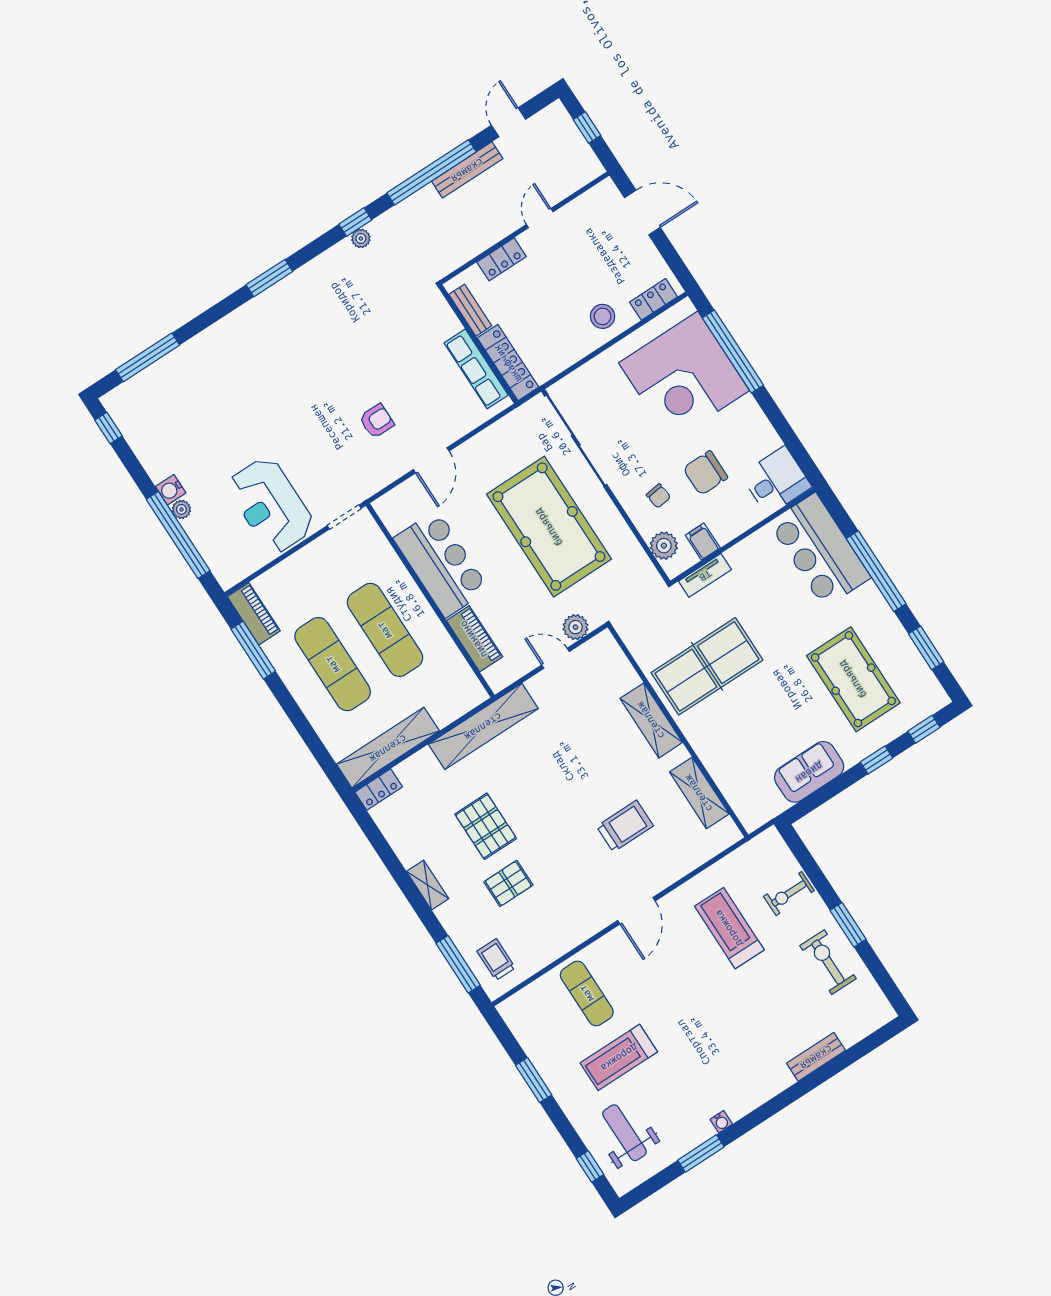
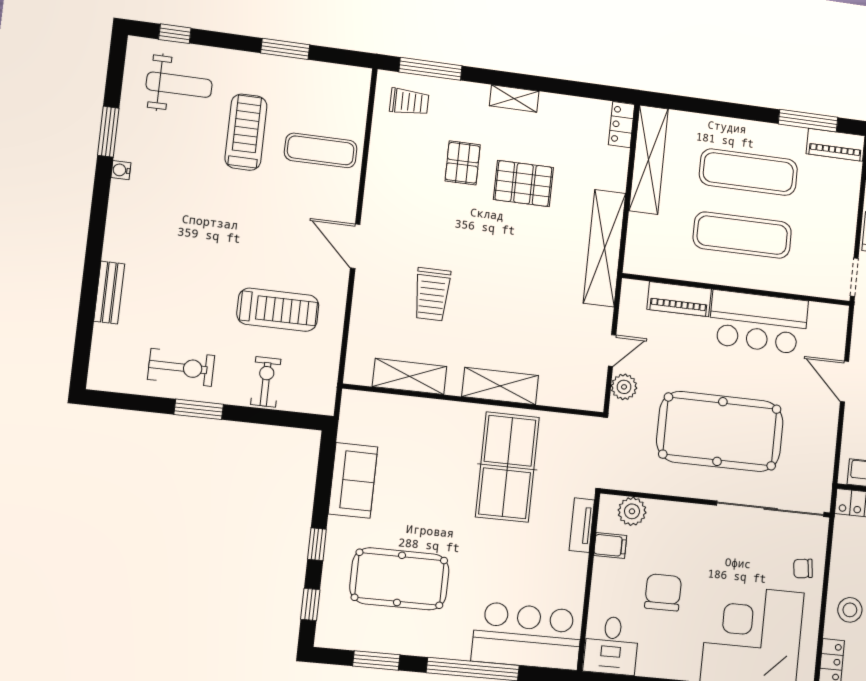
chair: (658, 496) -> (803, 568), moved

